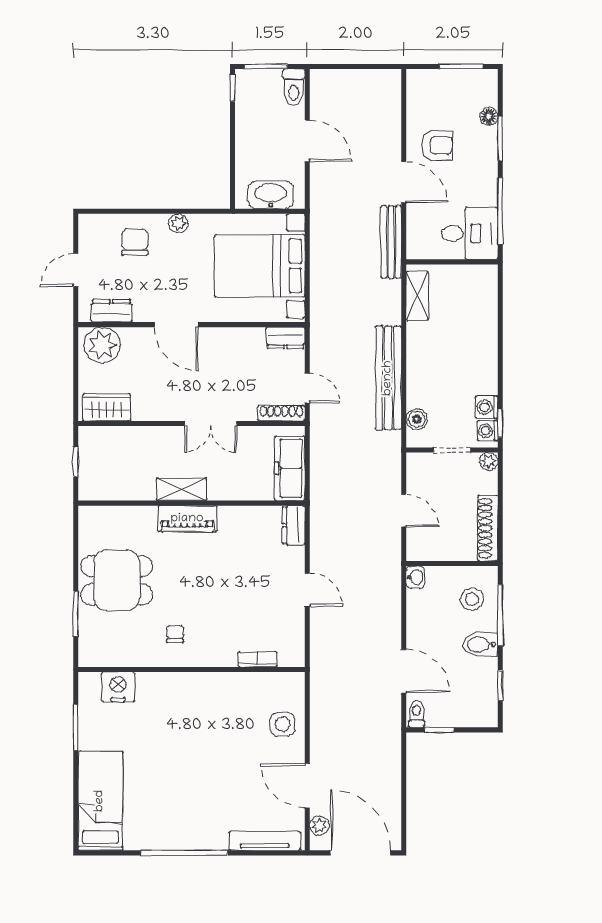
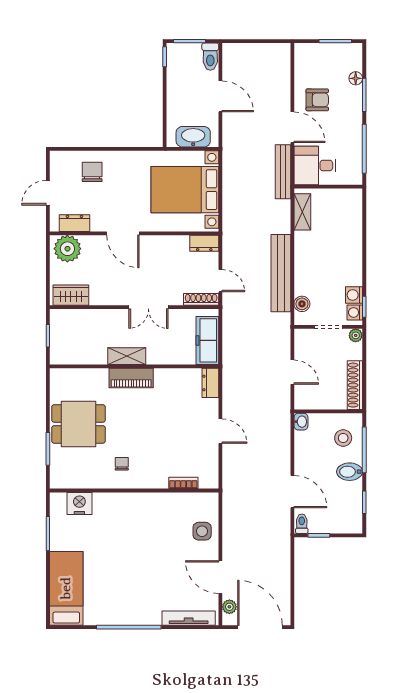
plant: (178, 223) -> (124, 158), removed
desk: (470, 233) -> (315, 165), moved, turned 180

